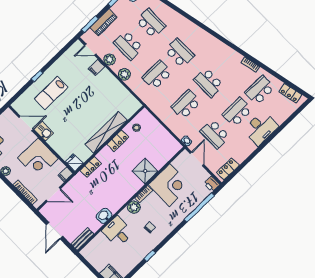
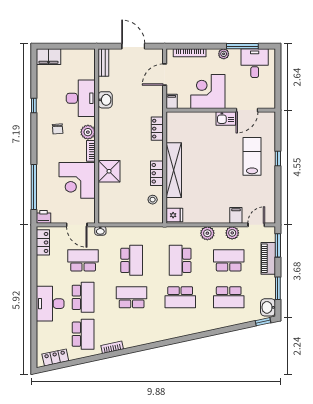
school desk: (157, 75) -> (180, 260), turned 180
fridge: (74, 163) -> (174, 215), moved
desk: (117, 232) -> (81, 98), width x1.37

